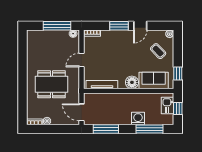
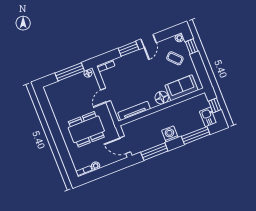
window: (178, 73) -> (192, 46), moved
kitchen sink: (168, 105) -> (208, 117), moved
washing machine: (138, 119) -> (170, 134), moved

